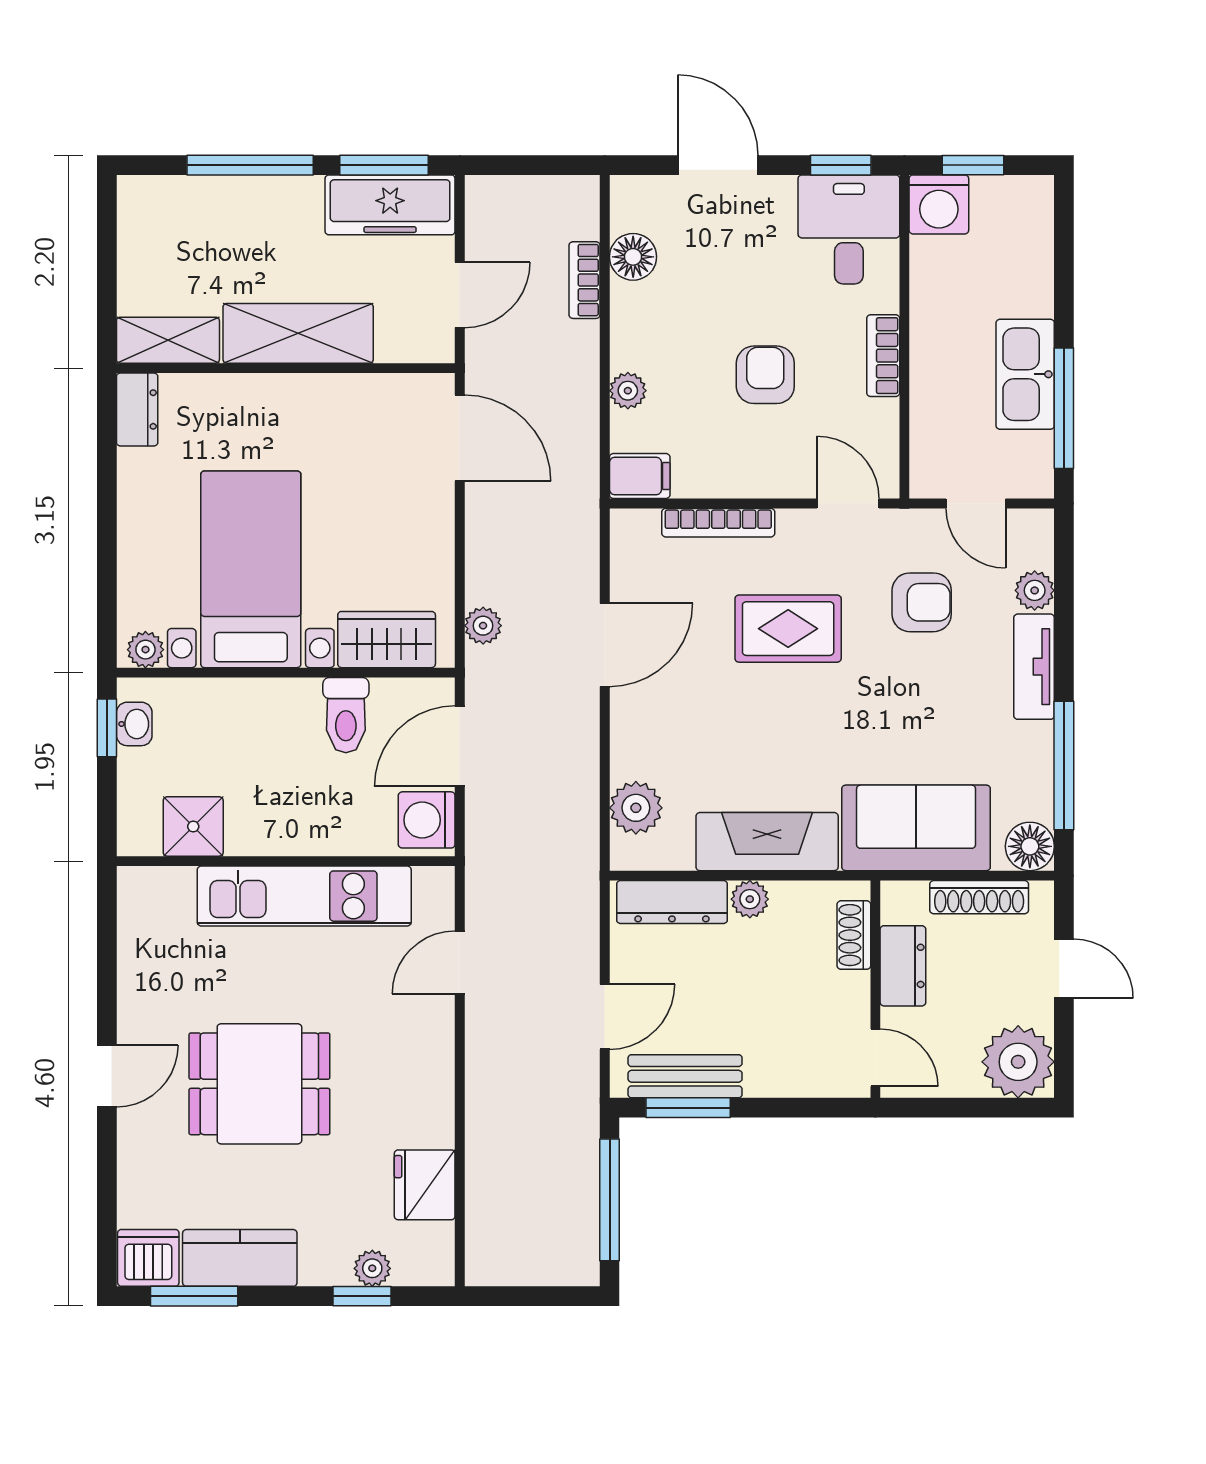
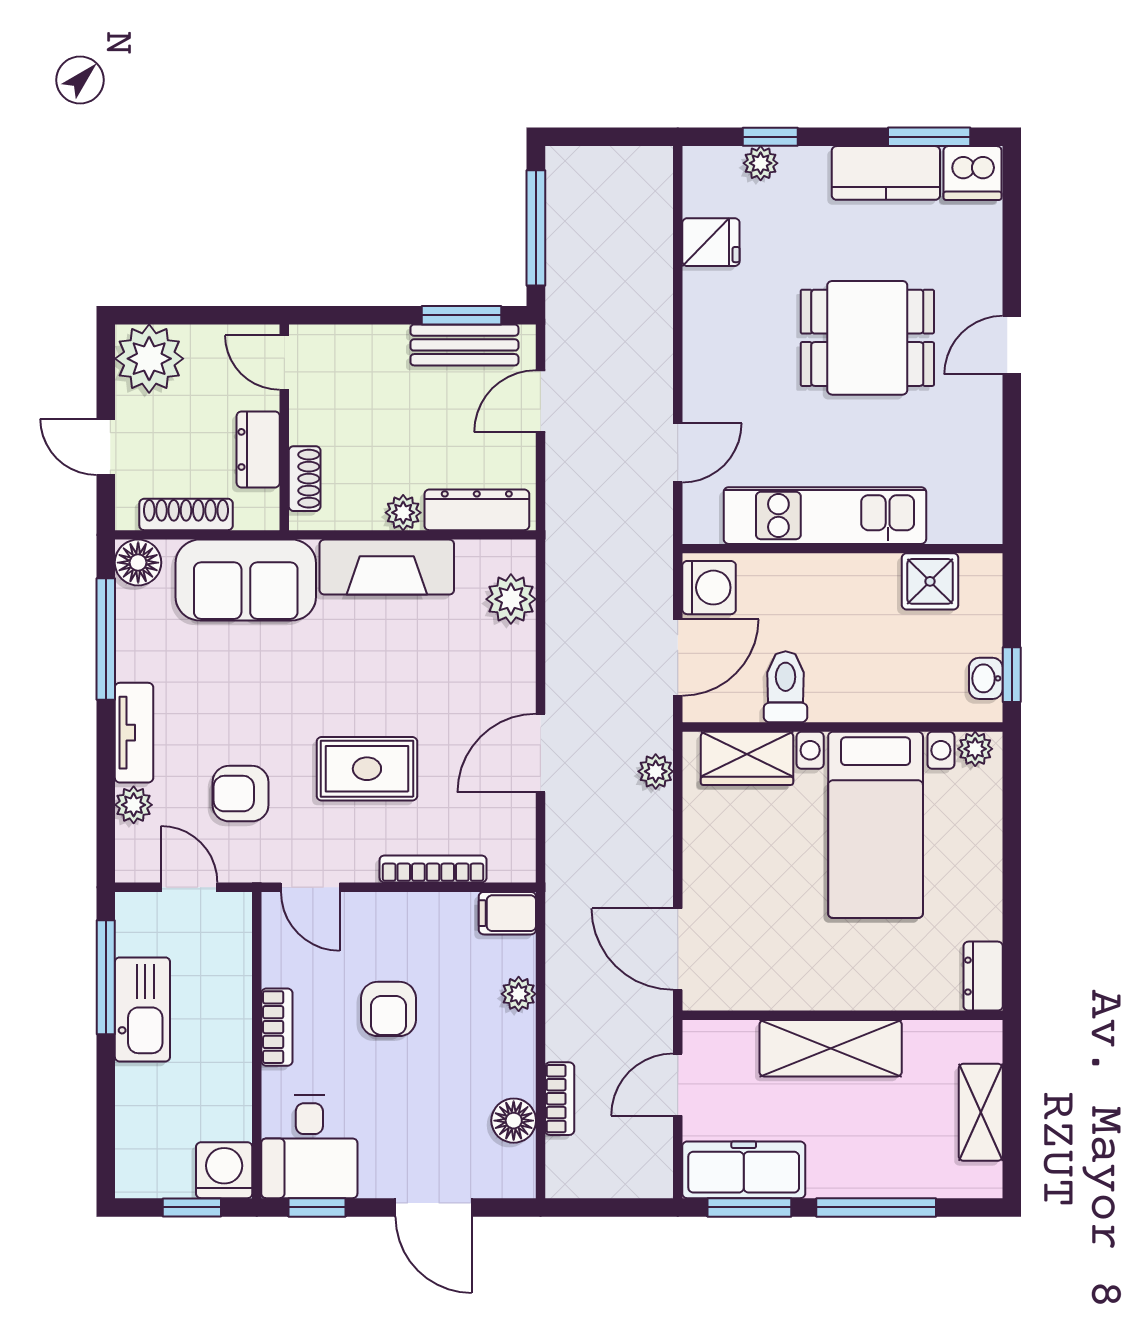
shelving: (168, 340) -> (981, 1112), moved, turned 90
fridge: (425, 1185) -> (711, 242), width x0.72

